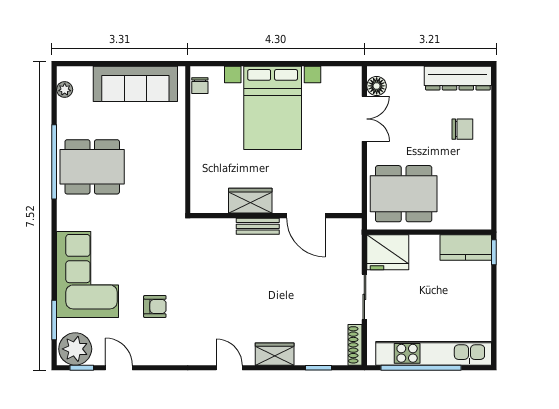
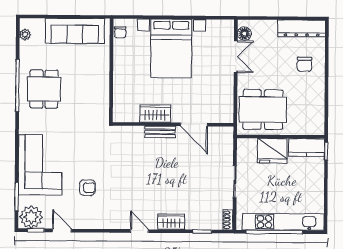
chair: (462, 129) -> (305, 64), turned 90
dining table: (92, 167) -> (44, 89), width x0.73
fridge: (388, 252) -> (272, 151), moved
shoe rack: (355, 345) -> (228, 220), width x0.70

